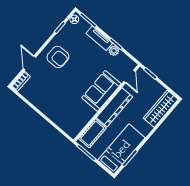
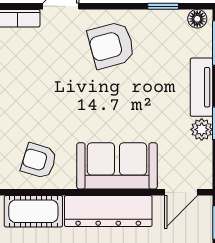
armchair: (58, 57) -> (111, 45), turned 75
armchair: (76, 116) -> (39, 161), added

